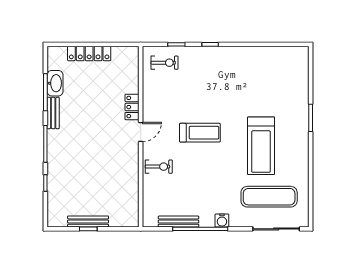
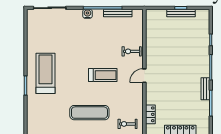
washbasin: (55, 83) -> (204, 110), removed
locker: (132, 107) -> (150, 114), moved
treadmill: (200, 133) -> (103, 75), turned 180
treadmill: (261, 146) -> (46, 73), moved
exercise mat: (269, 197) -> (89, 113), moved

